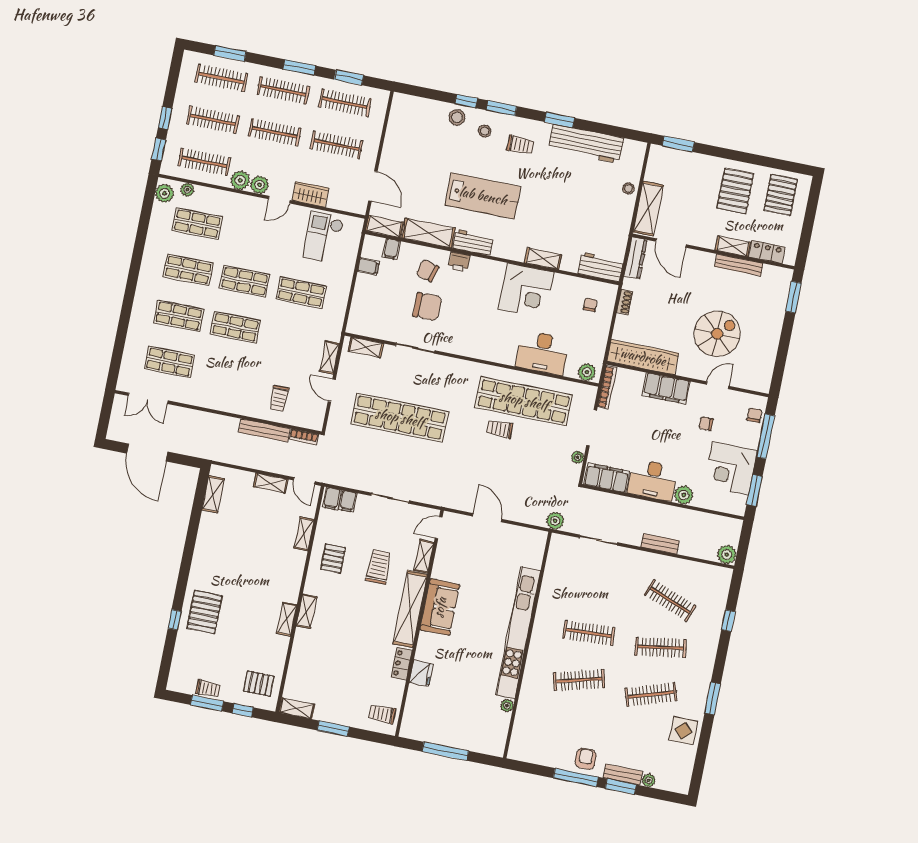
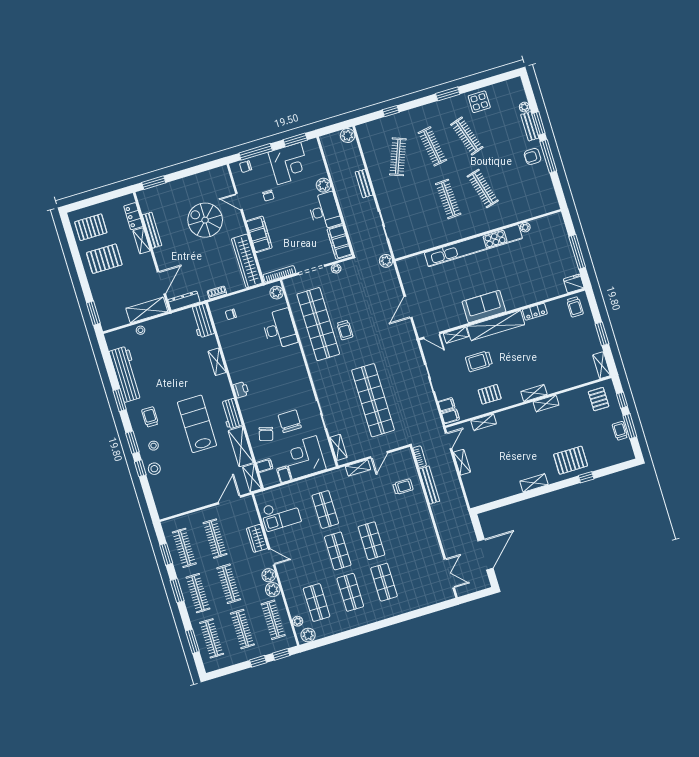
printer: (459, 262) -> (241, 390), moved
corner desk: (526, 291) -> (304, 457), moved, turned -90
shop shelf: (169, 362) -> (418, 572), removed
shelving: (213, 494) -> (534, 483), moved
fridge: (421, 673) -> (574, 283), moved

